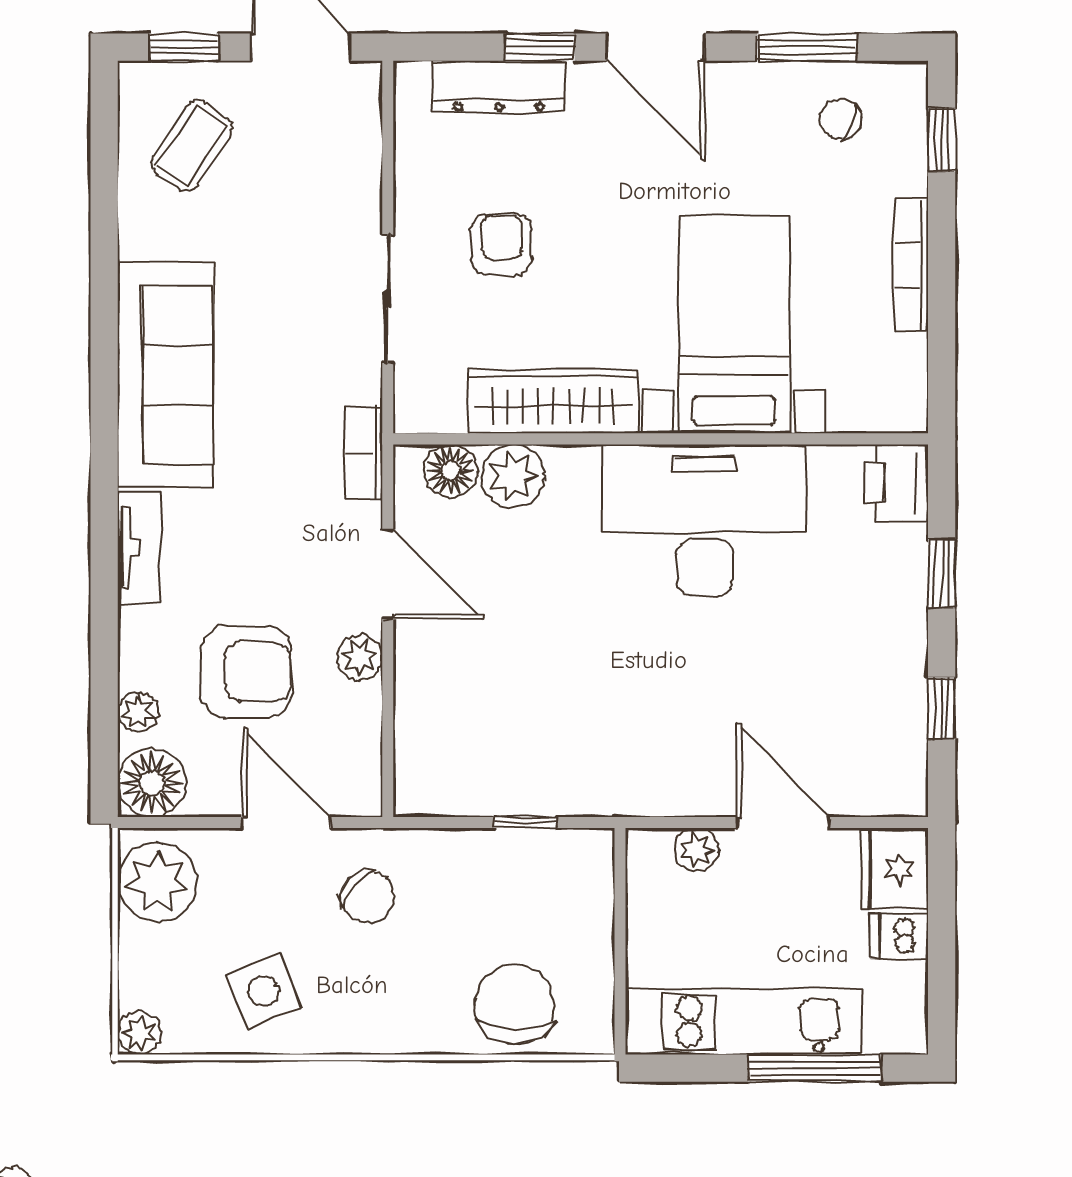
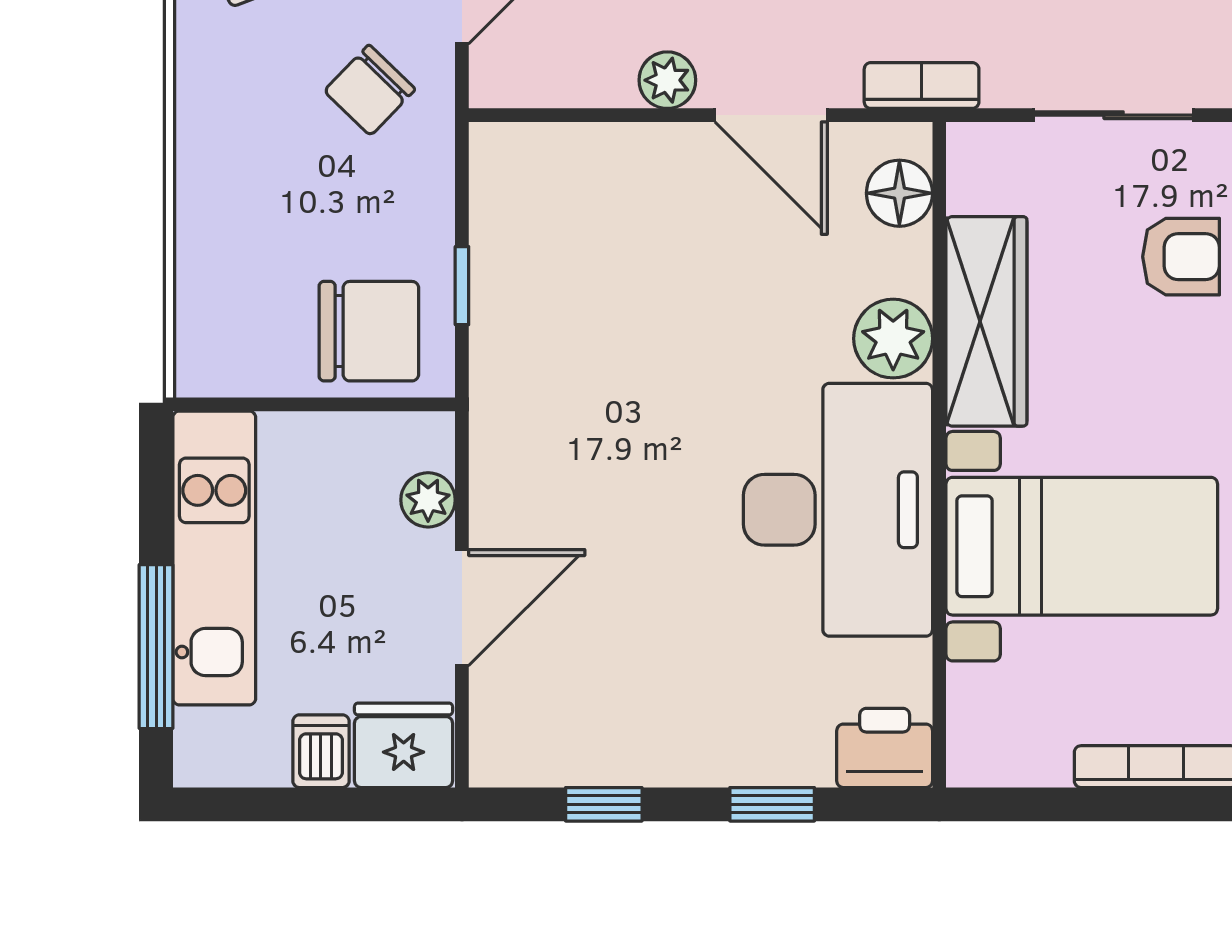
plant: (513, 476) -> (893, 339), moved
door: (388, 574) -> (771, 115), hinge flipped
chair: (515, 1004) -> (369, 331), moved

